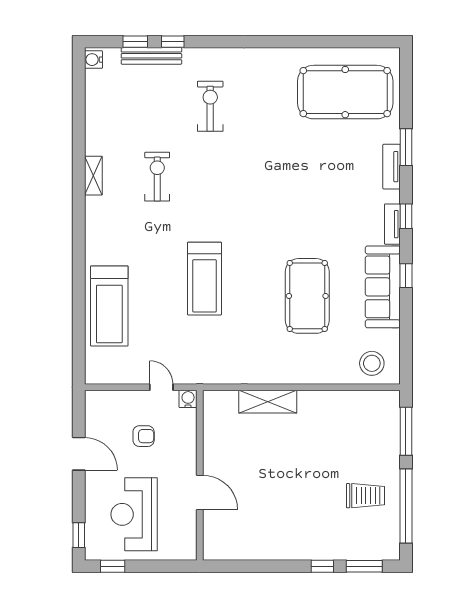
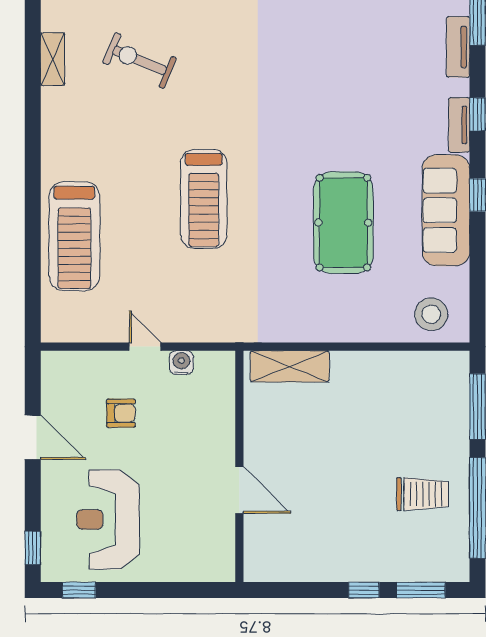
exercise bike: (157, 177) -> (139, 60), turned -67
wall: (200, 475) -> (239, 466), moved
door: (200, 493) -> (239, 490), moved

